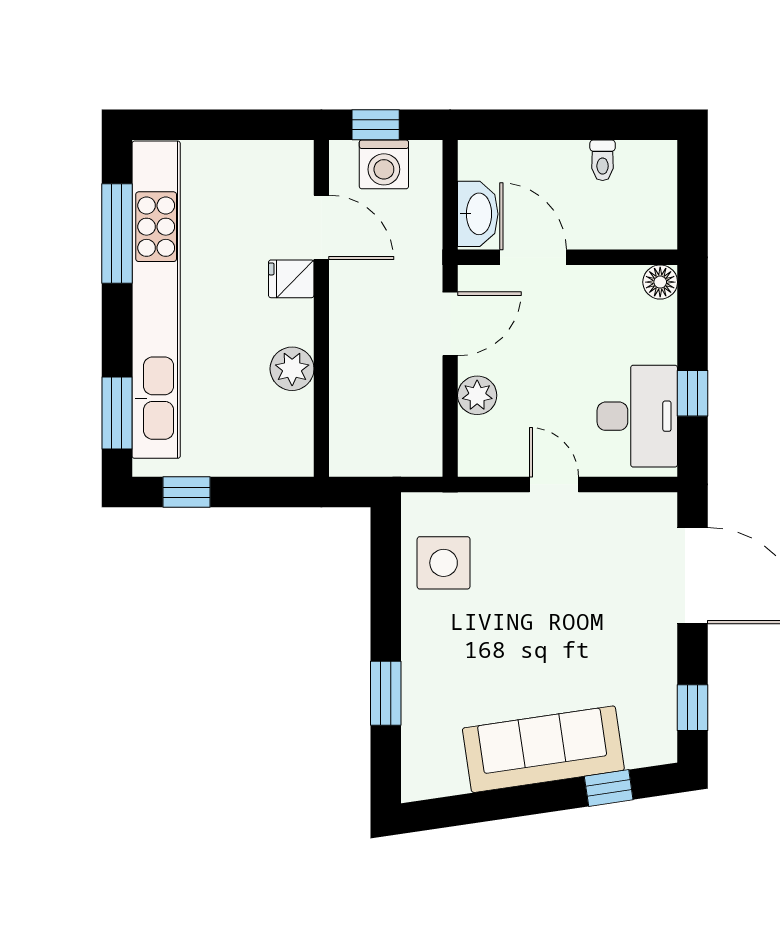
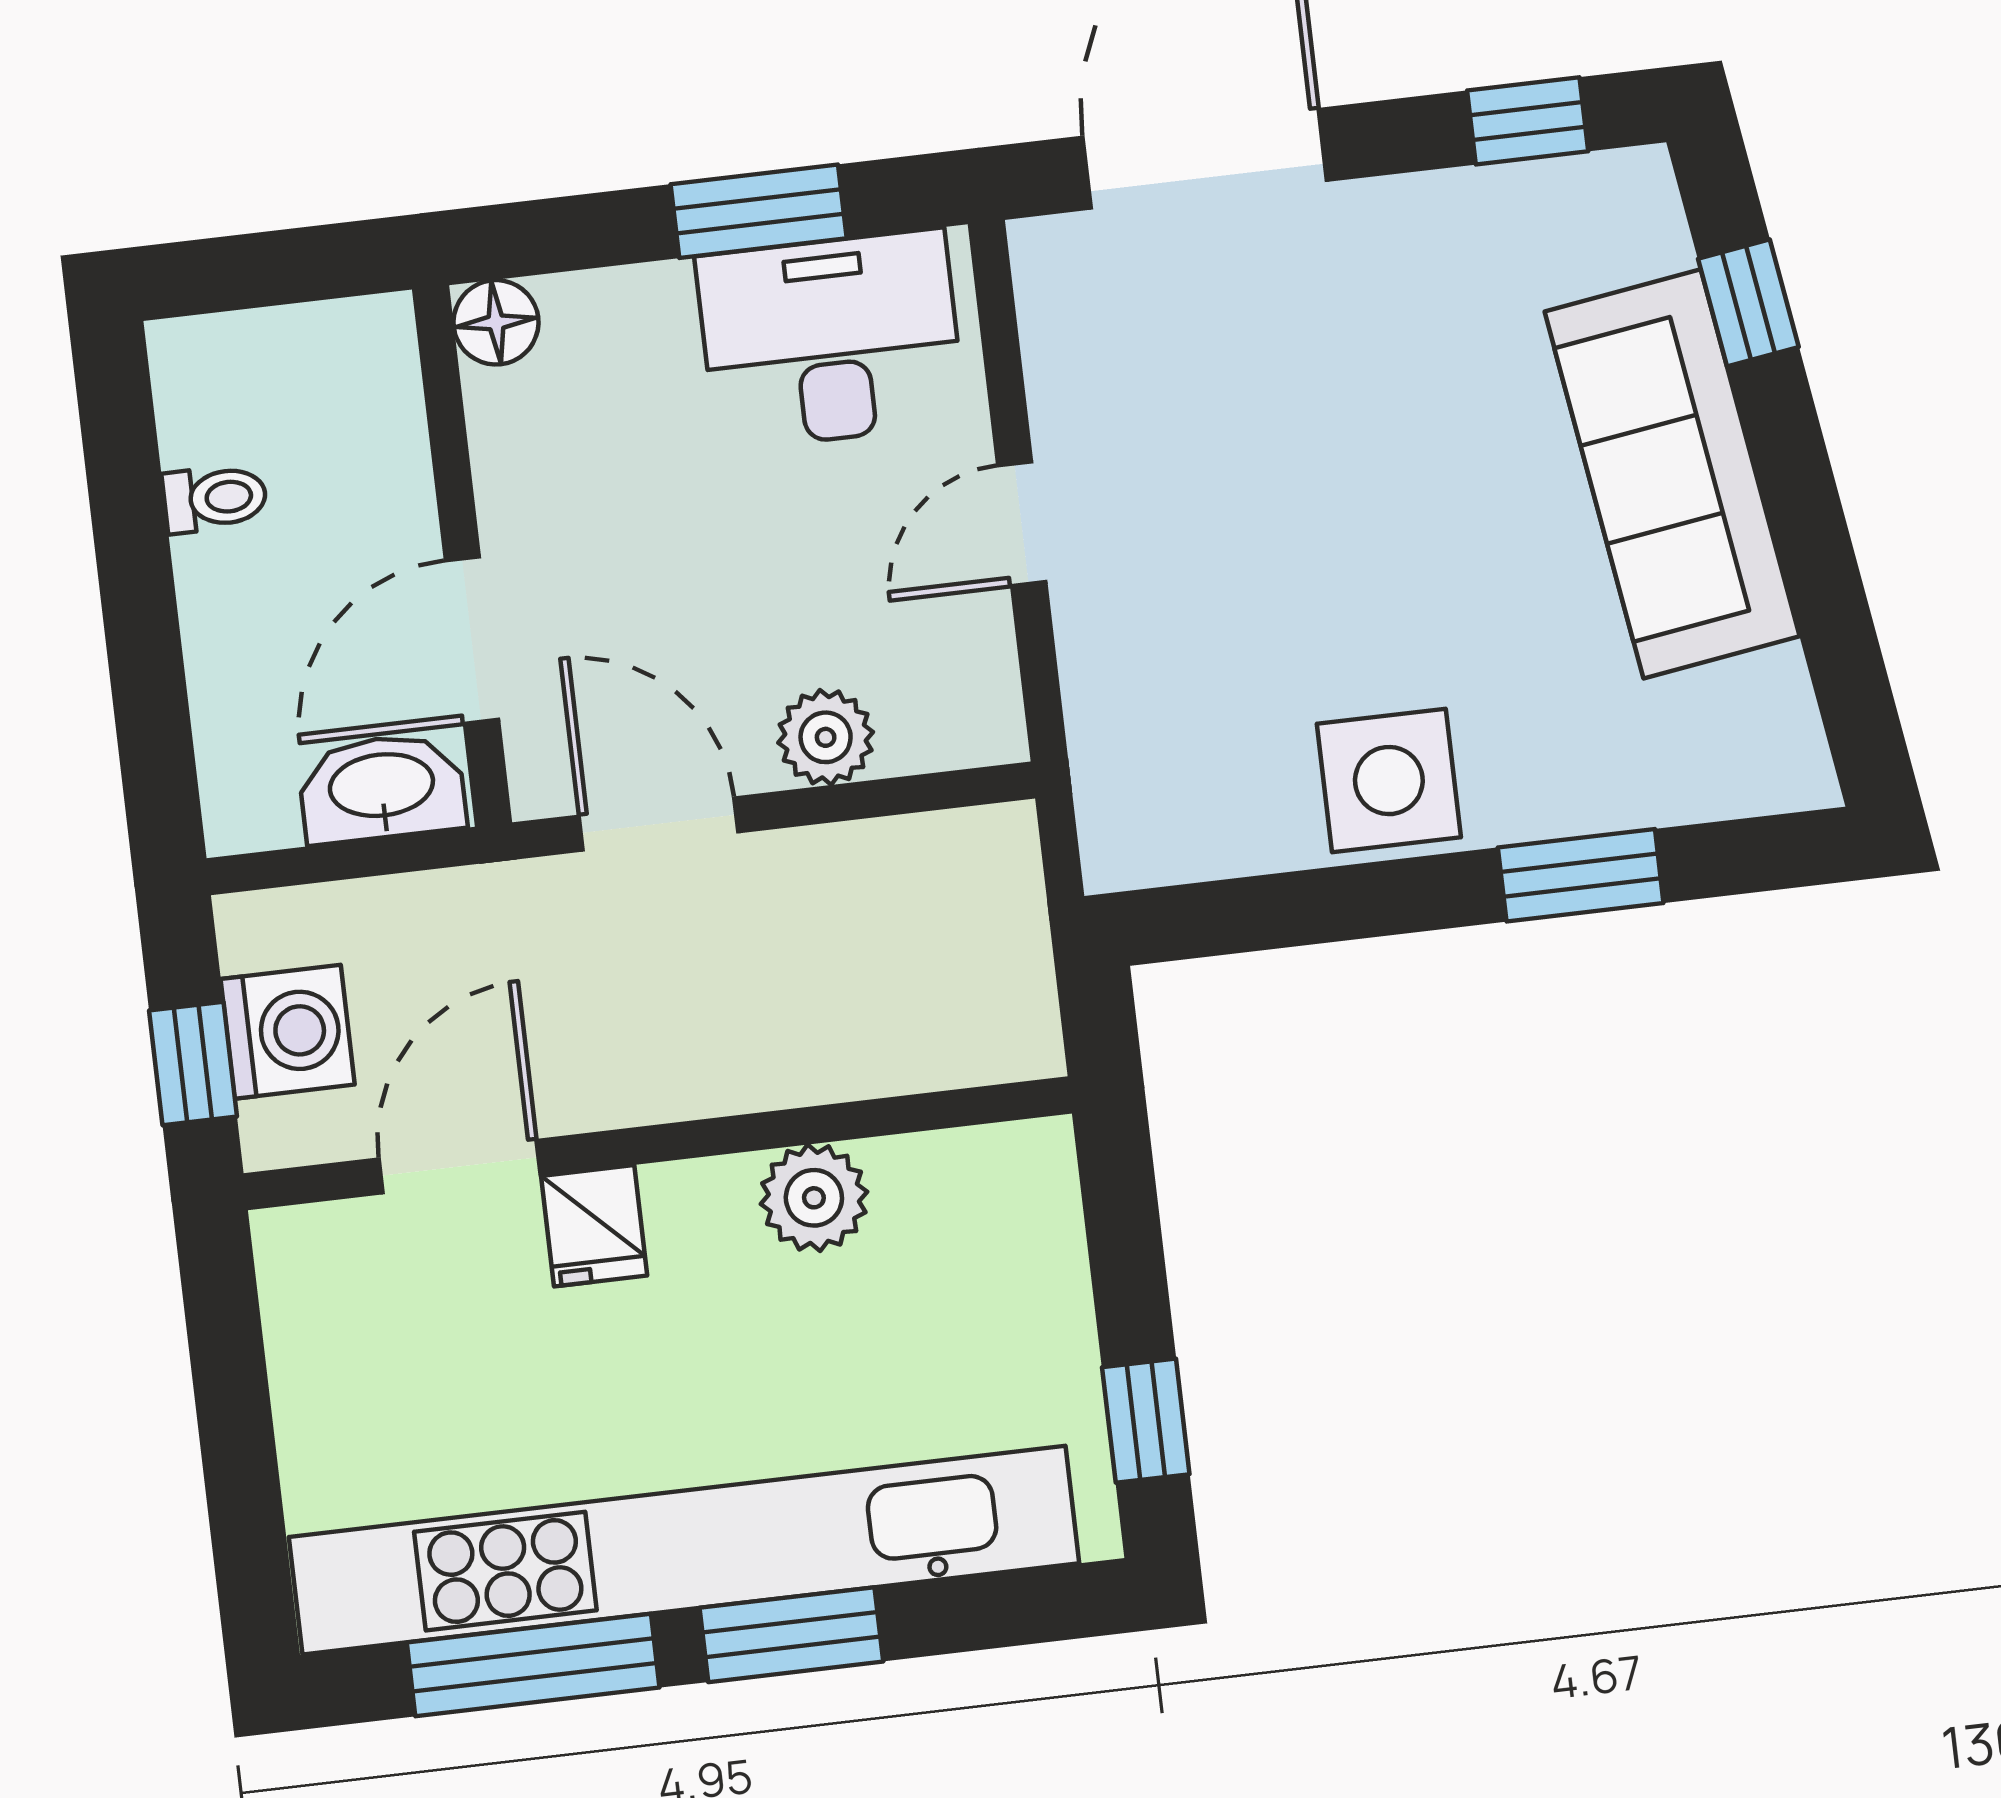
window: (693, 393) -> (759, 211), width x1.50
window: (117, 413) -> (791, 1635), moved
side table: (444, 563) -> (1389, 781), moved

